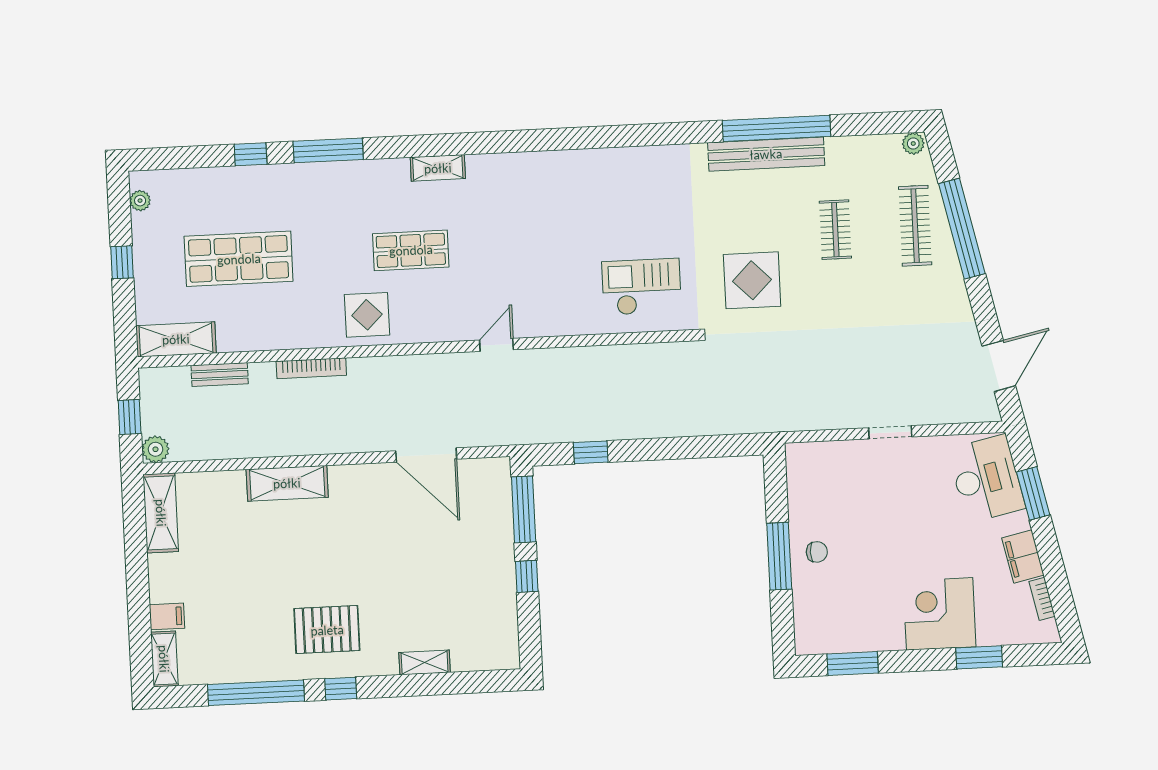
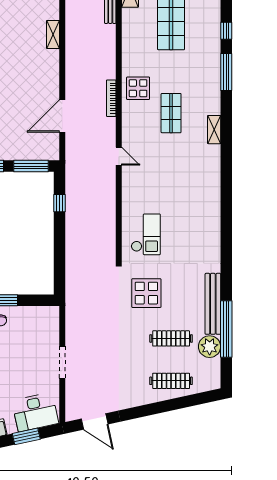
window: (777, 128) -> (226, 329), moved
plant: (913, 144) -> (210, 347), moved, width x1.88, depth x1.88
window: (962, 229) -> (168, 406), removed
clothes rail: (835, 230) -> (171, 338), width x1.36
bookcase: (311, 368) -> (111, 98), moved
doorway: (890, 432) -> (62, 362), width x1.38
shelving: (287, 483) -> (53, 34), width x0.67, depth x0.75

